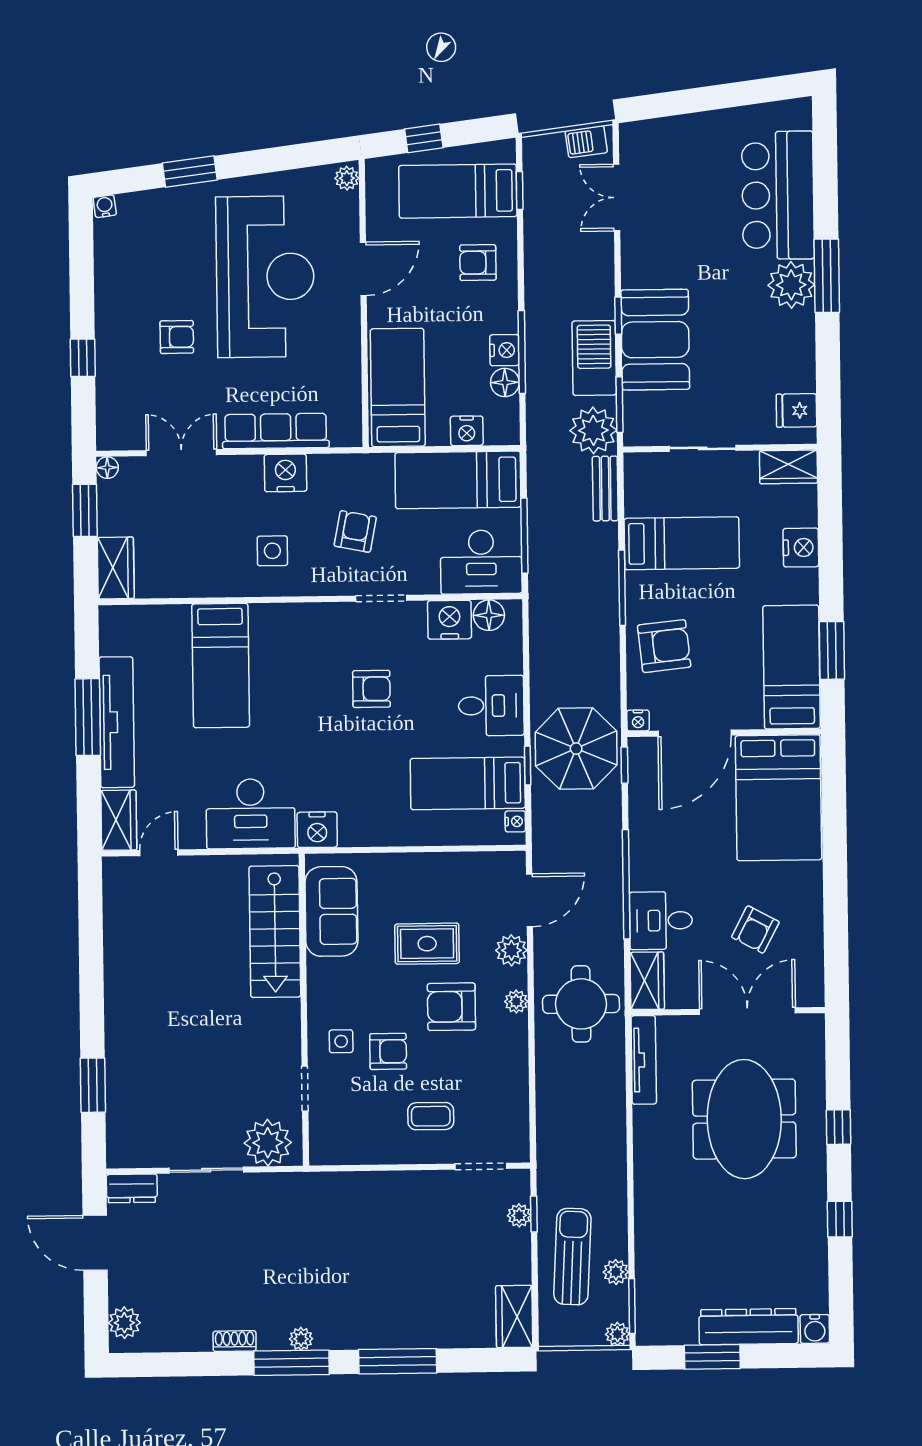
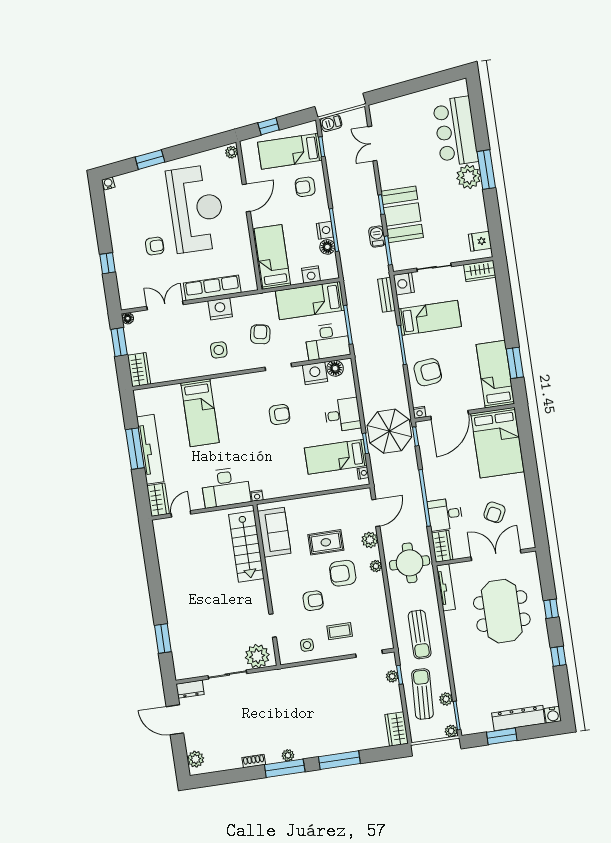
barbecue: (586, 142) -> (331, 123), moved
barbecue: (594, 358) -> (377, 237), width x0.53, depth x0.65
plant: (593, 430) -> (376, 266), removed
nightstand: (801, 548) -> (404, 284), moved, turned 180
nightstand: (317, 830) -> (257, 496), width x0.53, depth x0.56
side table: (341, 1041) -> (307, 645), moved
sun lounger: (582, 1143) -> (420, 634), added

